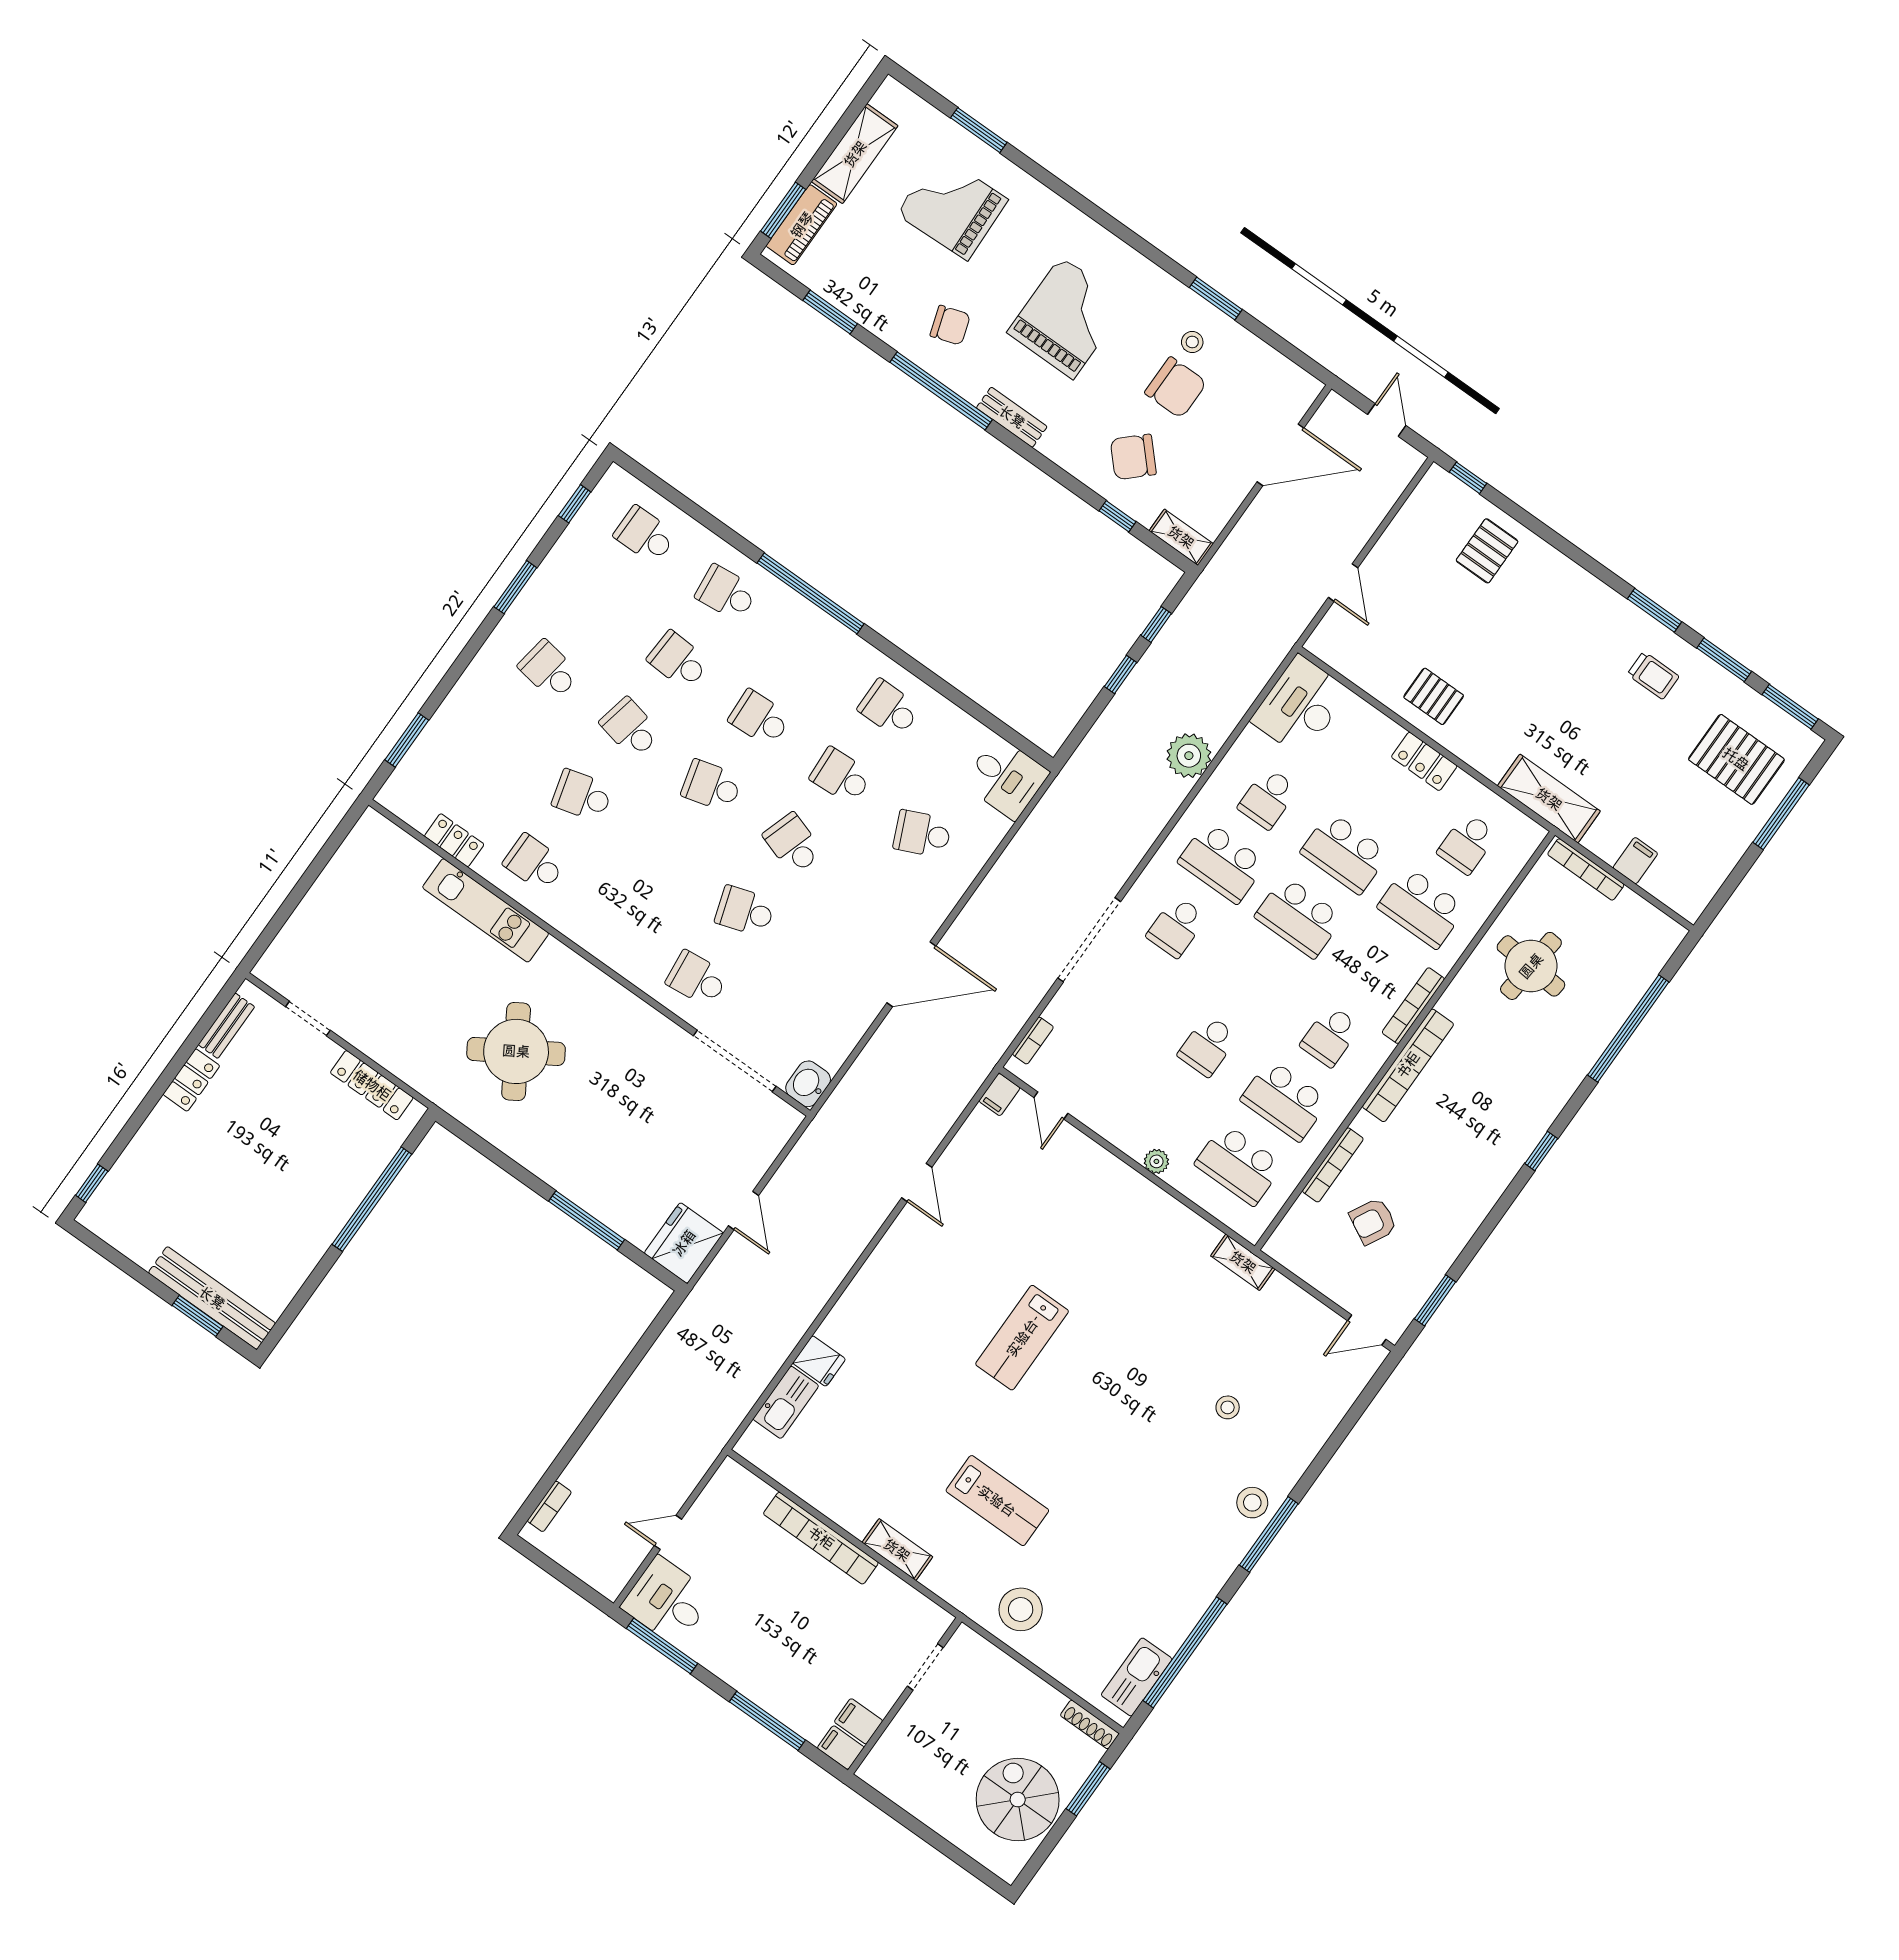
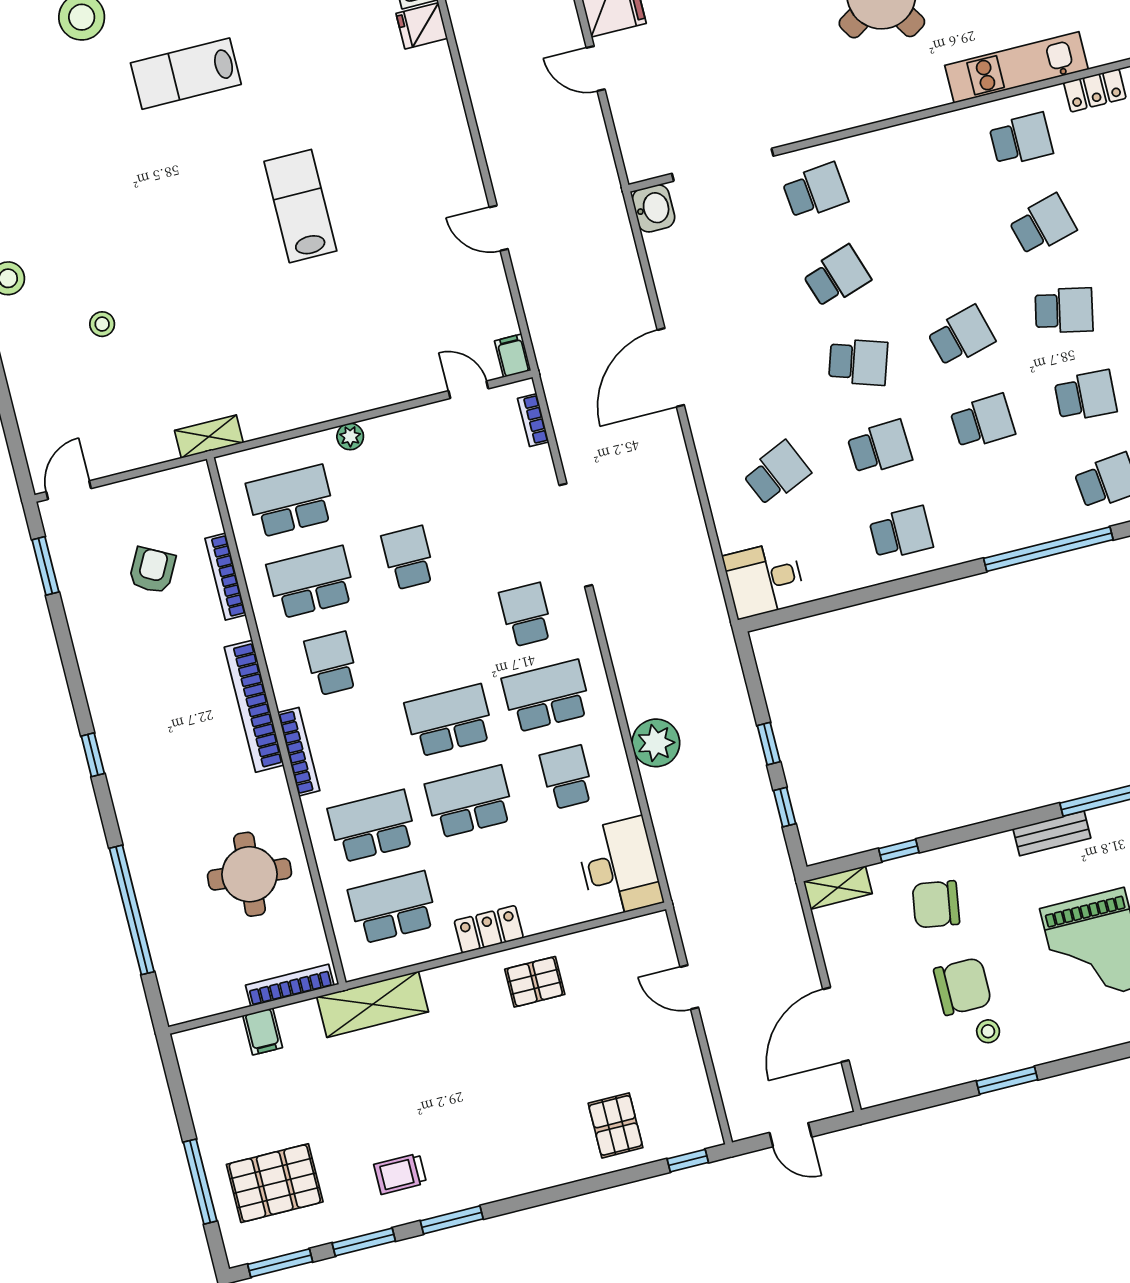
chair: (1176, 388) -> (963, 986), turned 180
chair: (1133, 457) -> (936, 904), turned -128
school desk: (1467, 843) -> (393, 907), width x1.85

